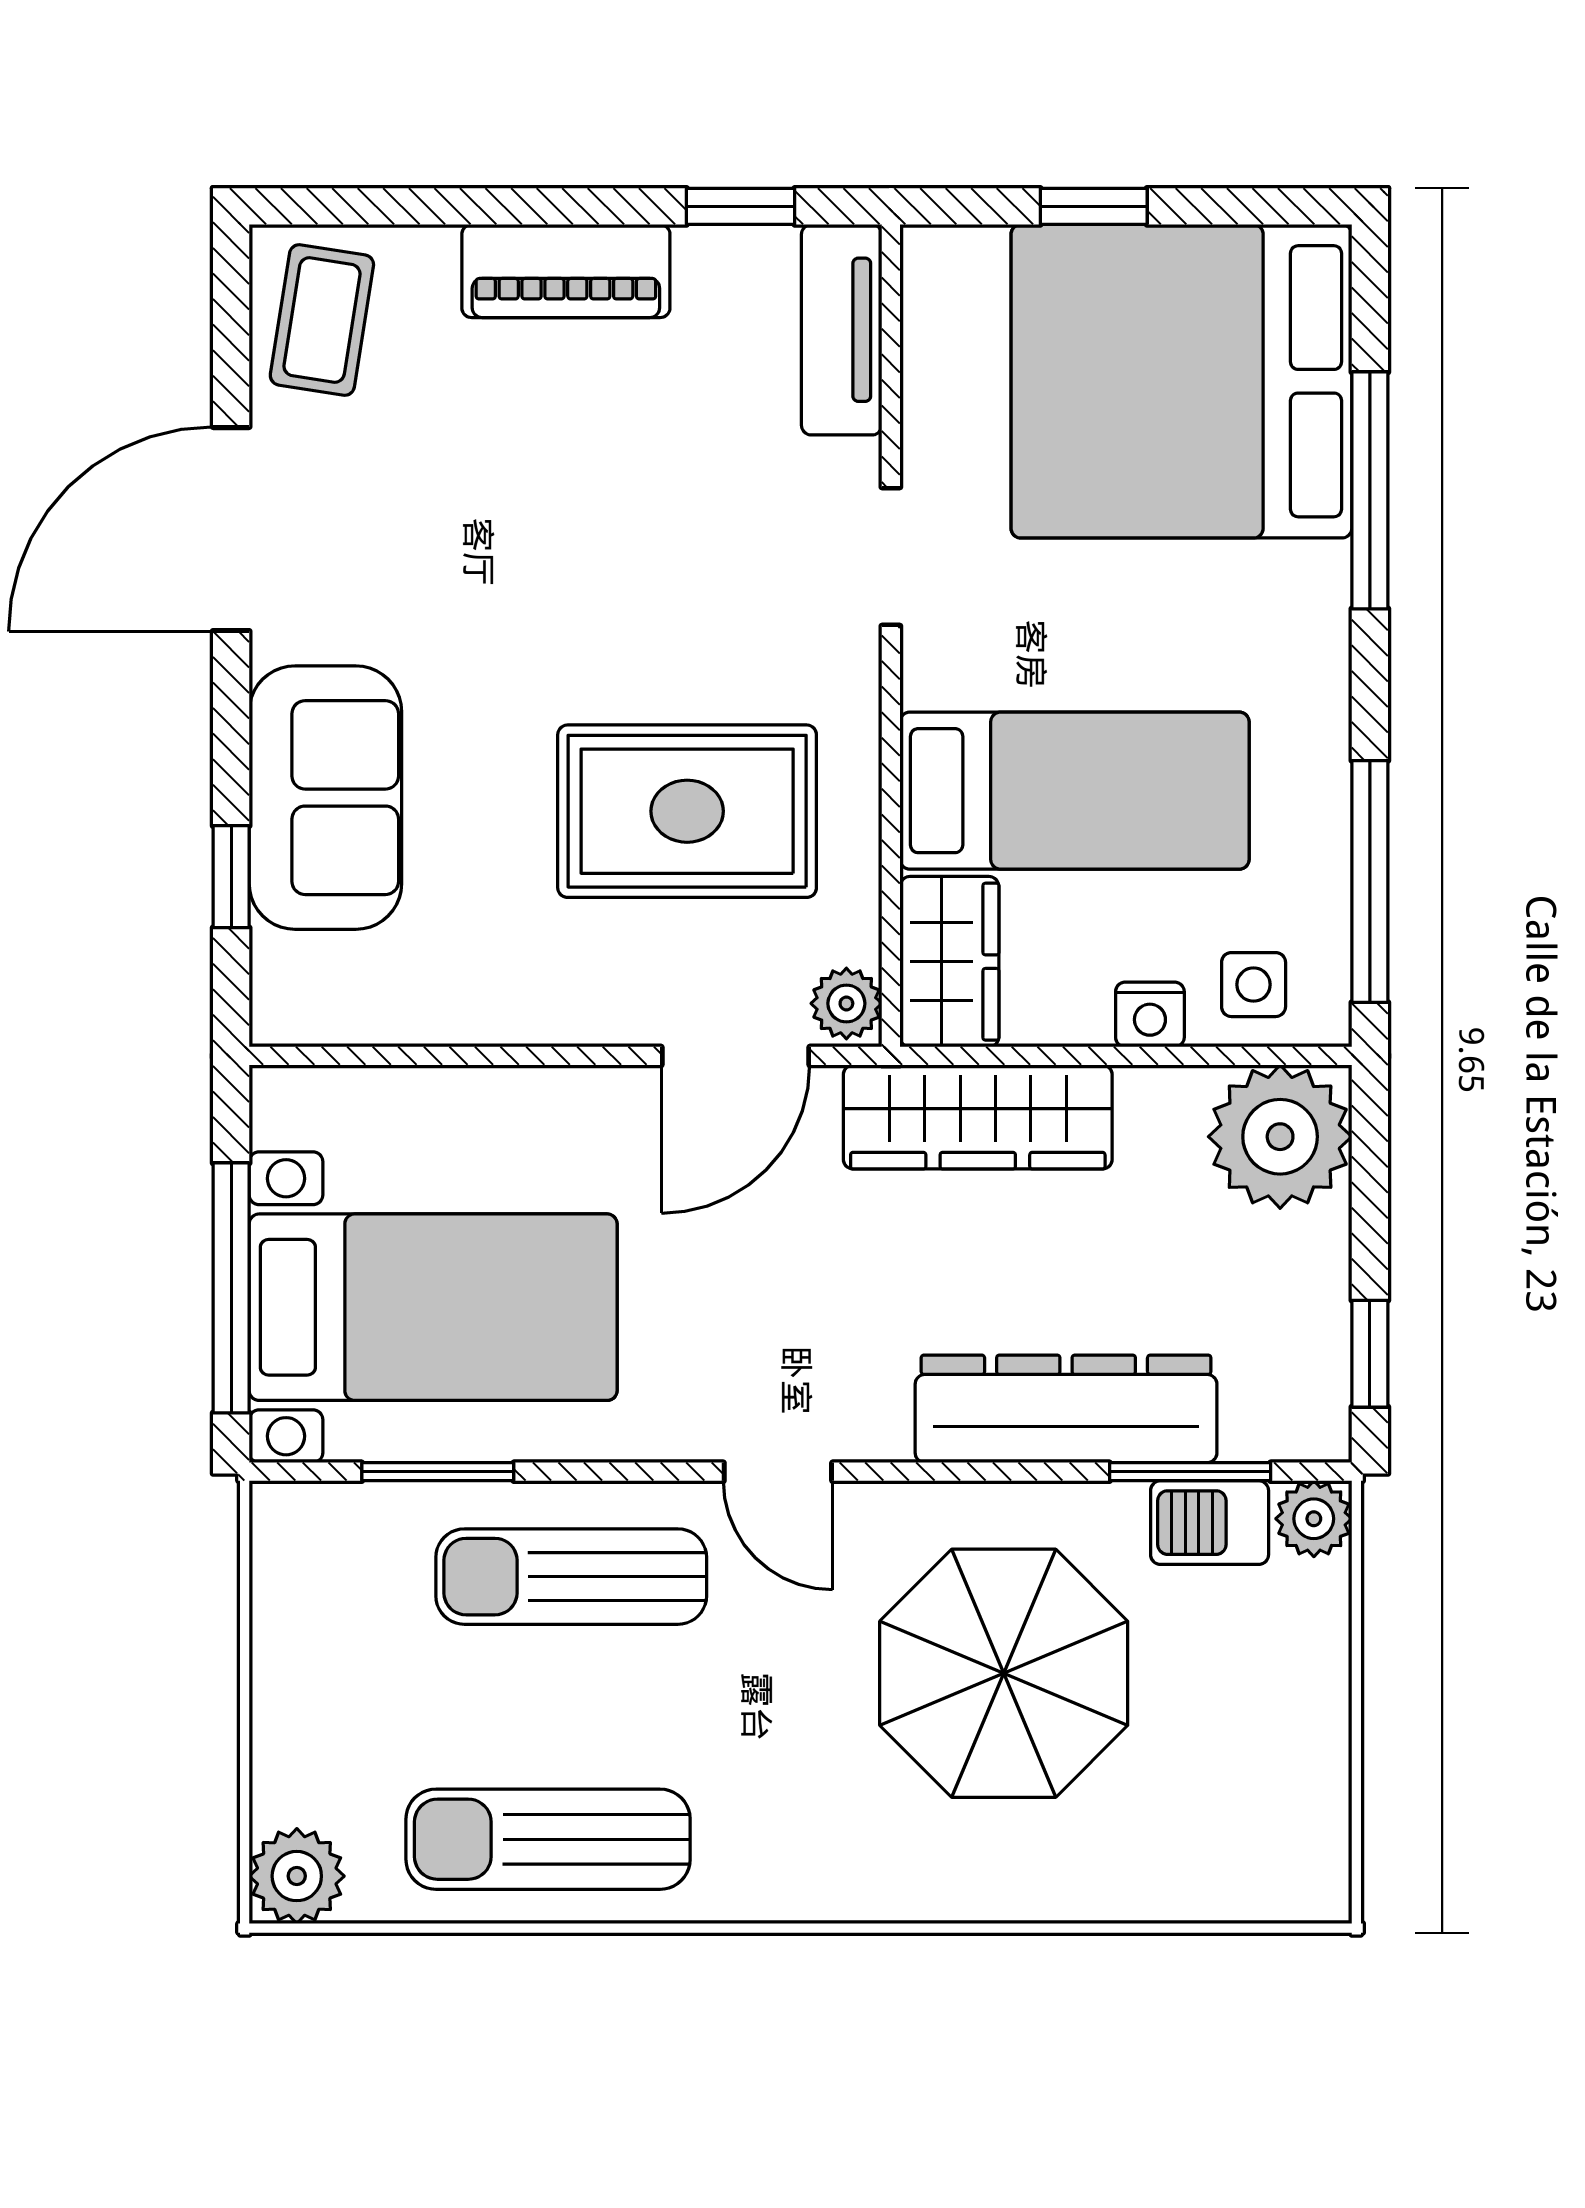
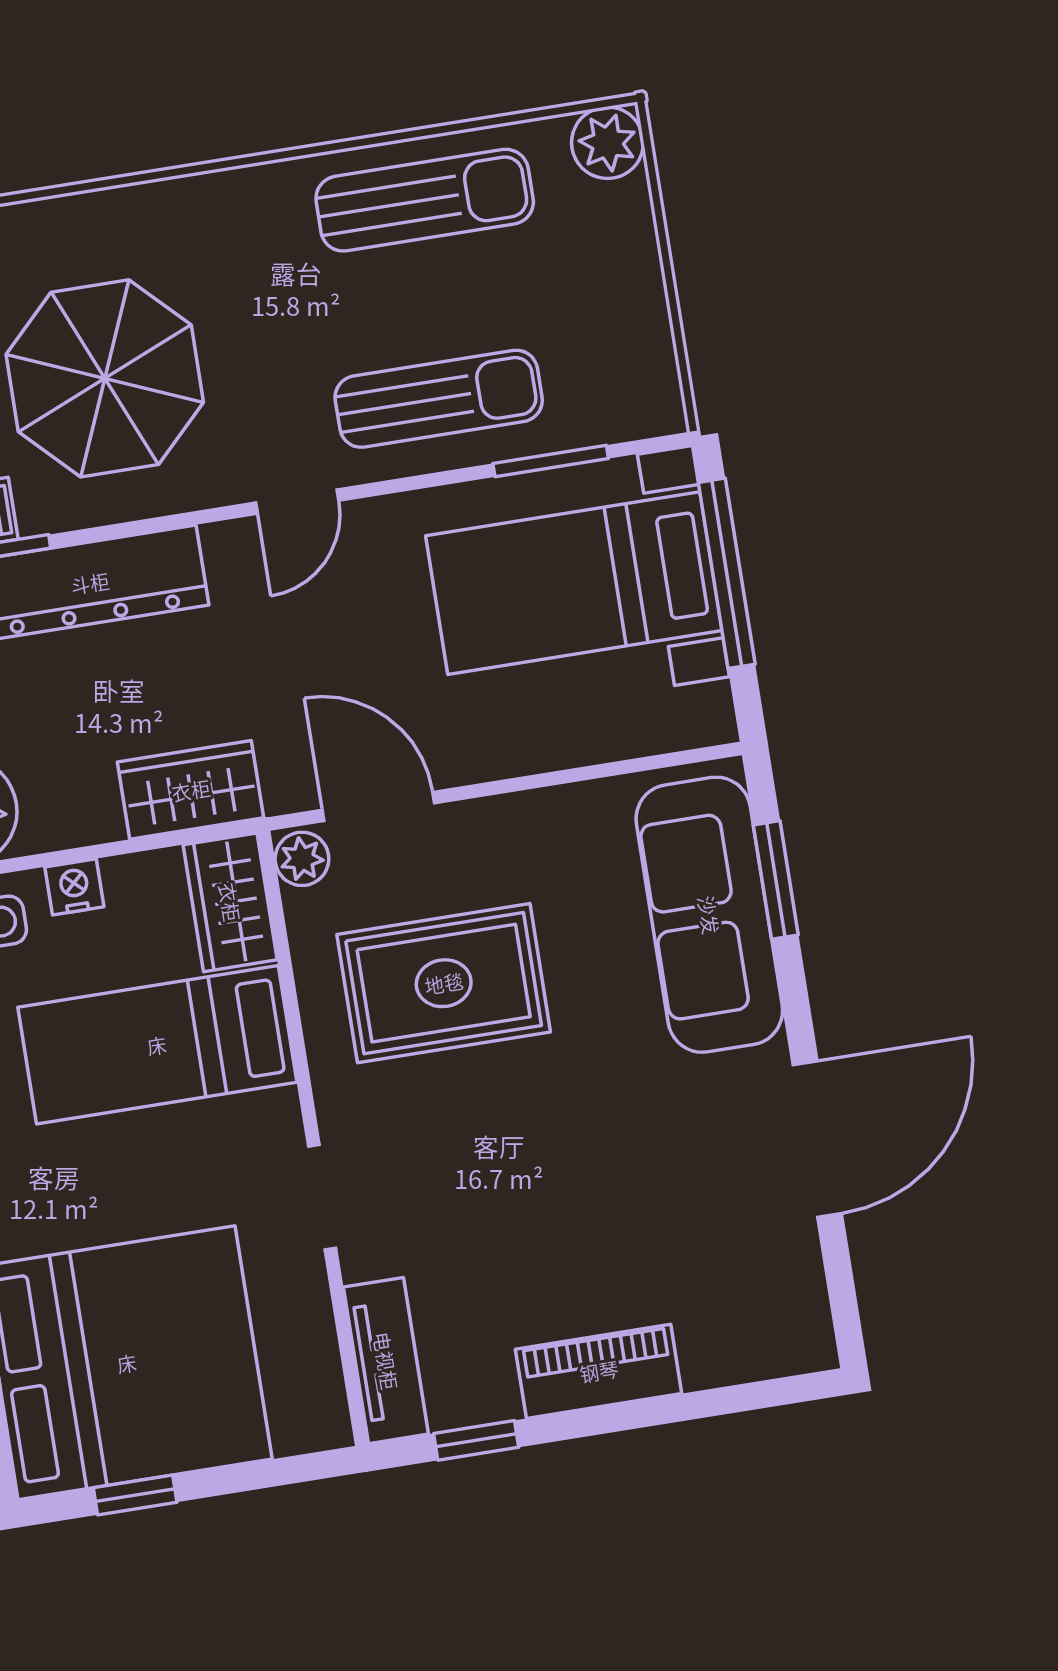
window: (1094, 206) -> (135, 1495), moved
coffee table: (322, 320) -> (775, 1306), removed
sofa: (325, 798) -> (709, 915), width x1.36
window: (231, 877) -> (776, 880), width x1.50
door: (735, 1056) -> (378, 806), hinge flipped
wardrobe: (978, 1117) -> (191, 790), width x0.67
door: (778, 1472) -> (297, 502), swing flipped

